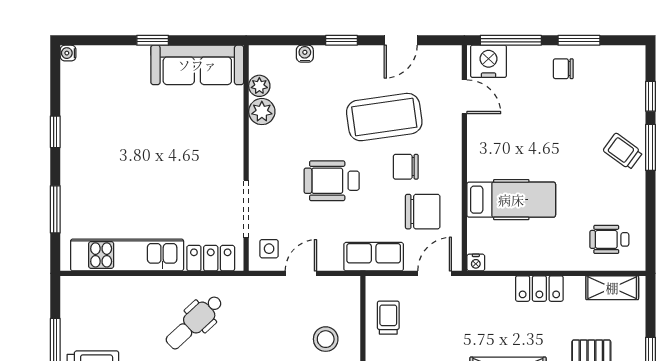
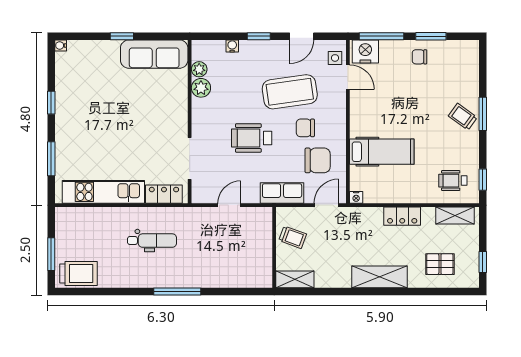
window: (650, 96) -> (483, 180), moved
side table: (269, 249) -> (335, 58), moved
trolley: (388, 318) -> (293, 237), turned 110
dental chair: (194, 322) -> (152, 241), turned -137
stool: (326, 339) -> (247, 253), removed

